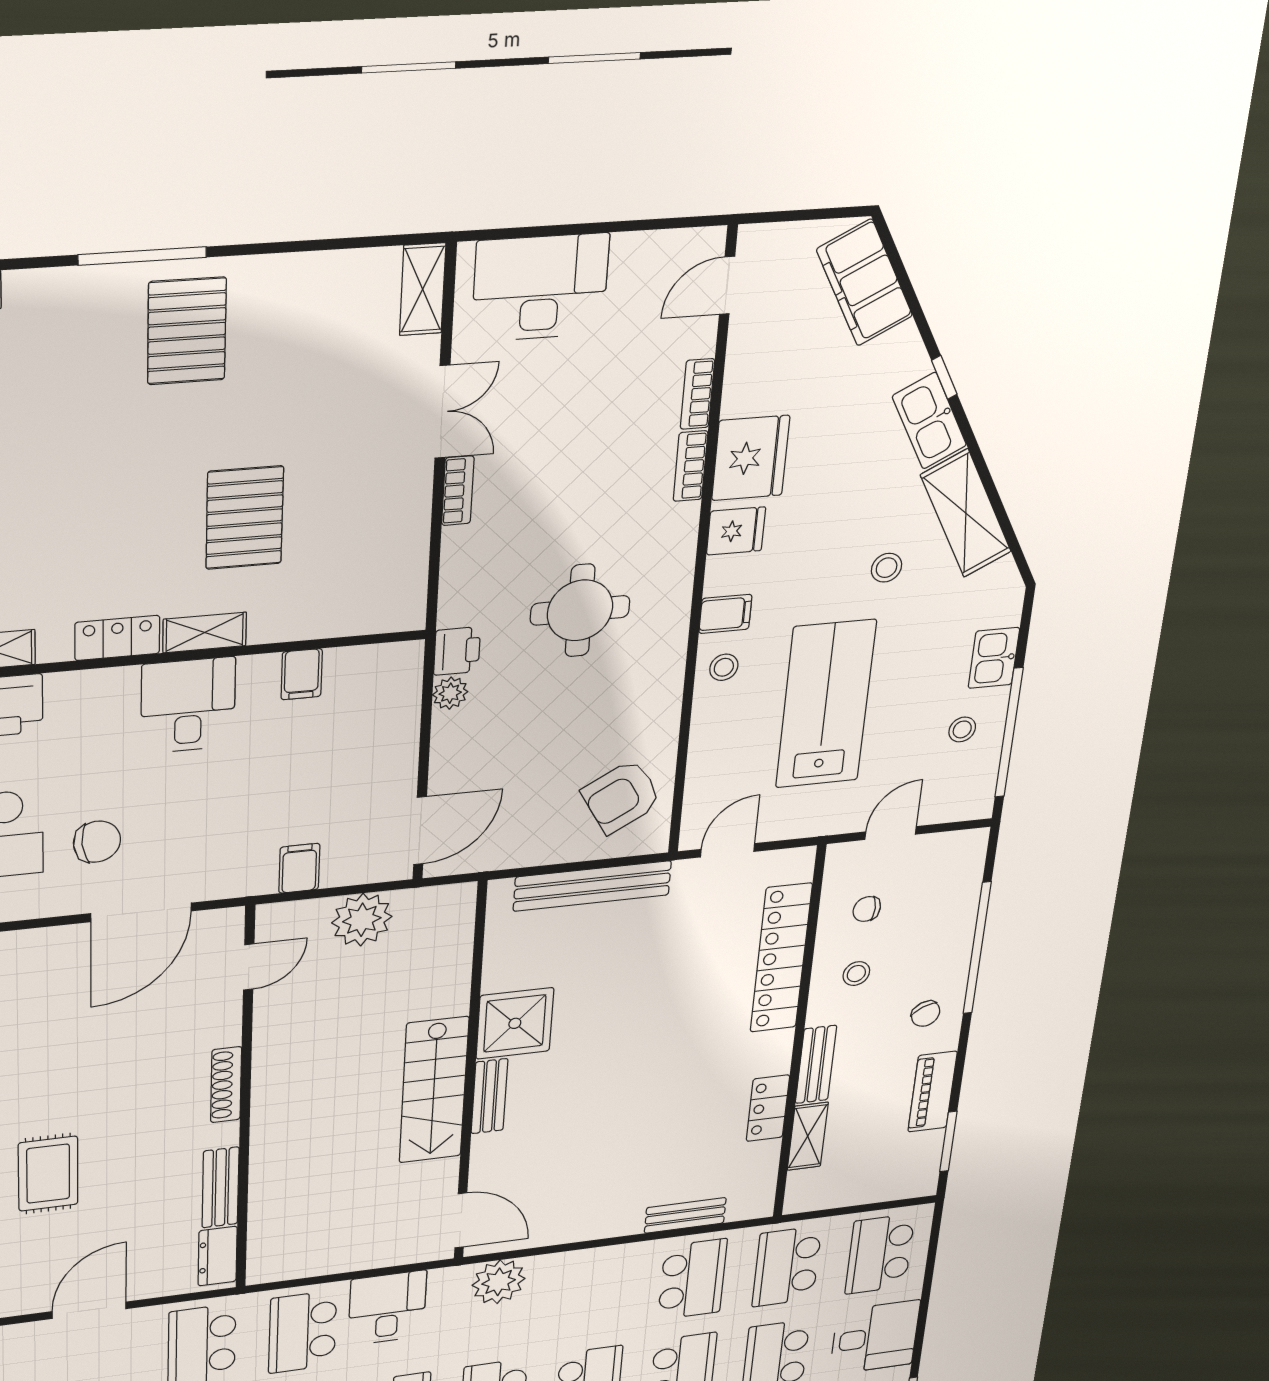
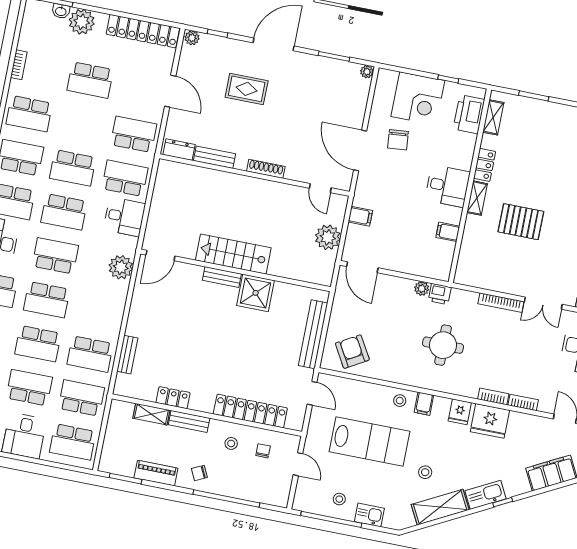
bookcase: (458, 491) -> (501, 303), width x1.56
school desk: (880, 1254) -> (73, 442), turned 180

